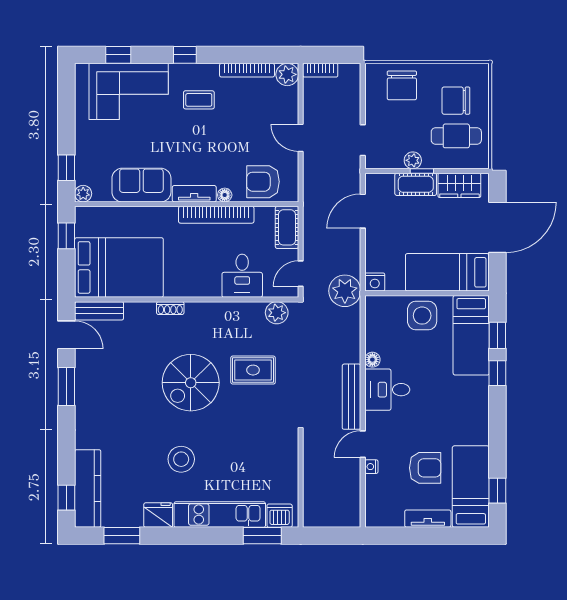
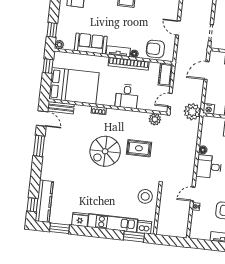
desk: (242, 276) -> (127, 96), moved
bench: (352, 397) -> (190, 168), removed
stool: (181, 459) -> (145, 196), moved

